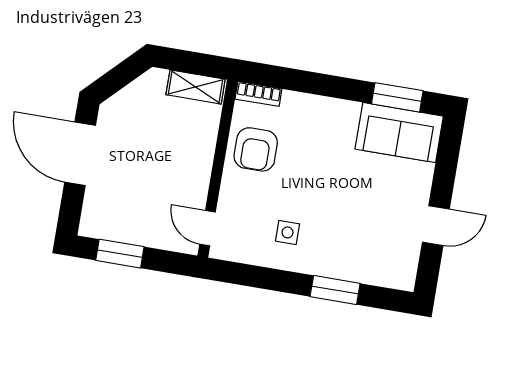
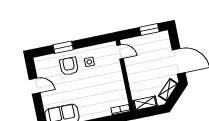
shelving: (130, 97) -> (168, 90), added
armchair: (256, 149) -> (69, 66), moved
door: (436, 226) -> (35, 86), swing flipped

